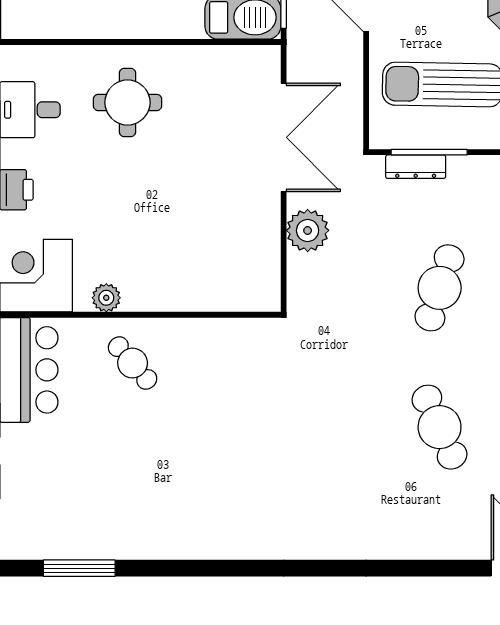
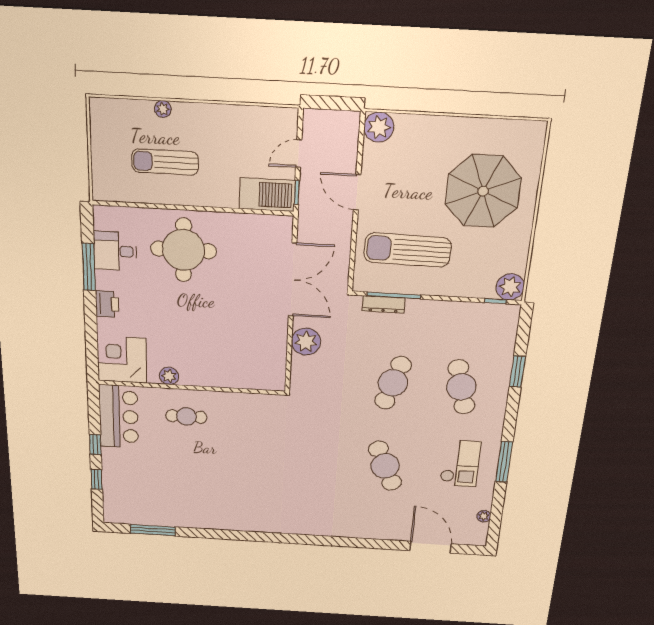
round table: (127, 102) -> (184, 250), width x1.36, depth x1.36
cafe table: (133, 363) -> (186, 416), turned -49

